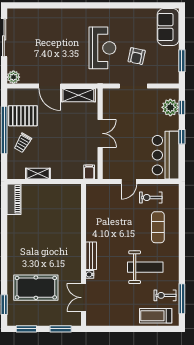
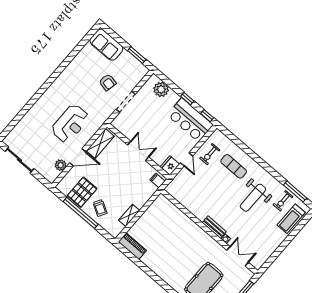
reception desk: (102, 48) -> (70, 124), moved, turned 90
plant: (13, 77) -> (61, 165), moved
window: (182, 108) -> (207, 116), moved
fridge: (111, 172) -> (170, 166), added
weight bench: (145, 267) -> (253, 198), turned 180
double door: (83, 298) -> (238, 256), swing flipped

